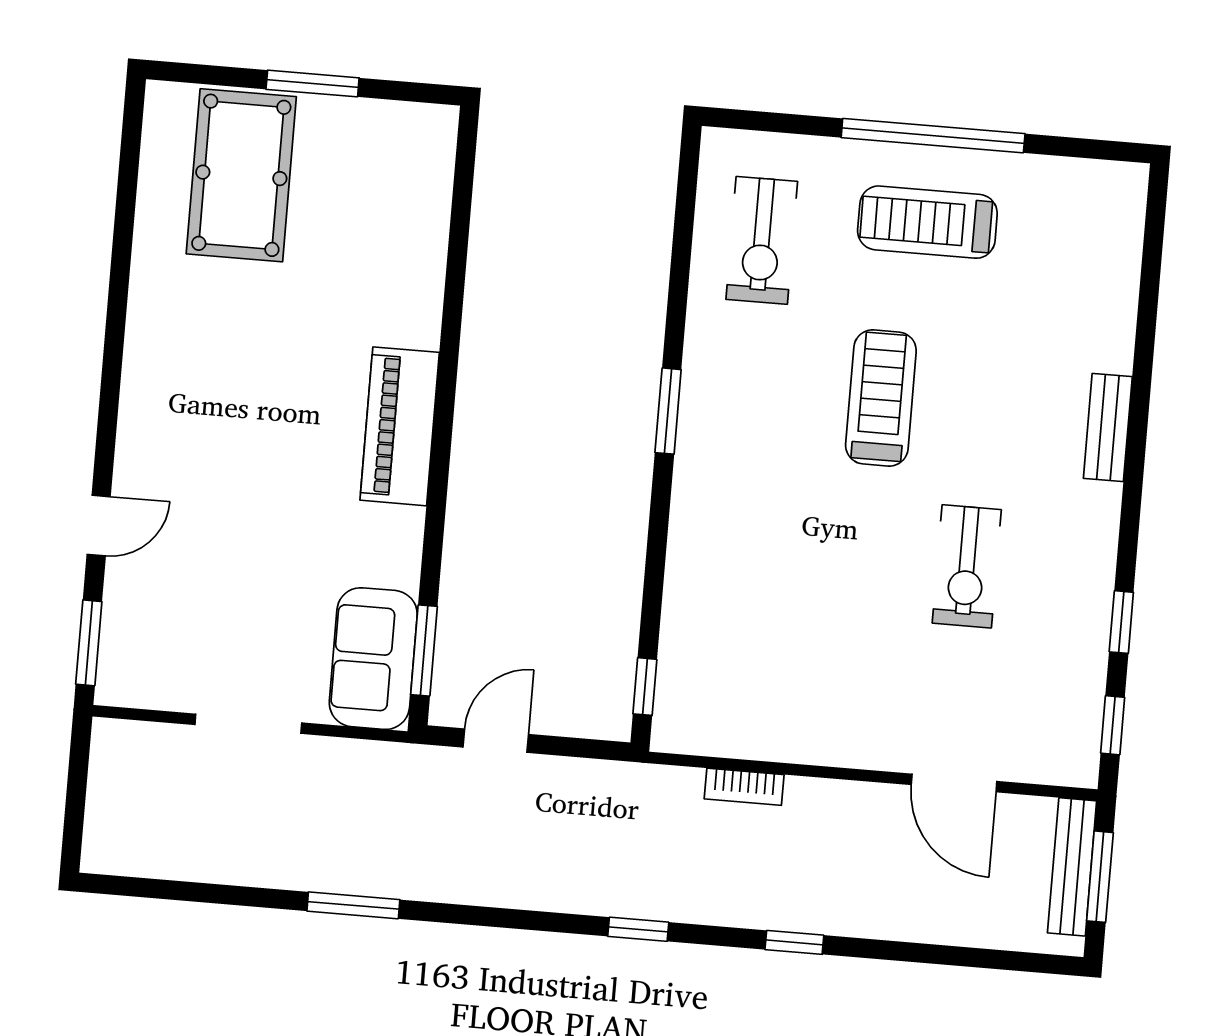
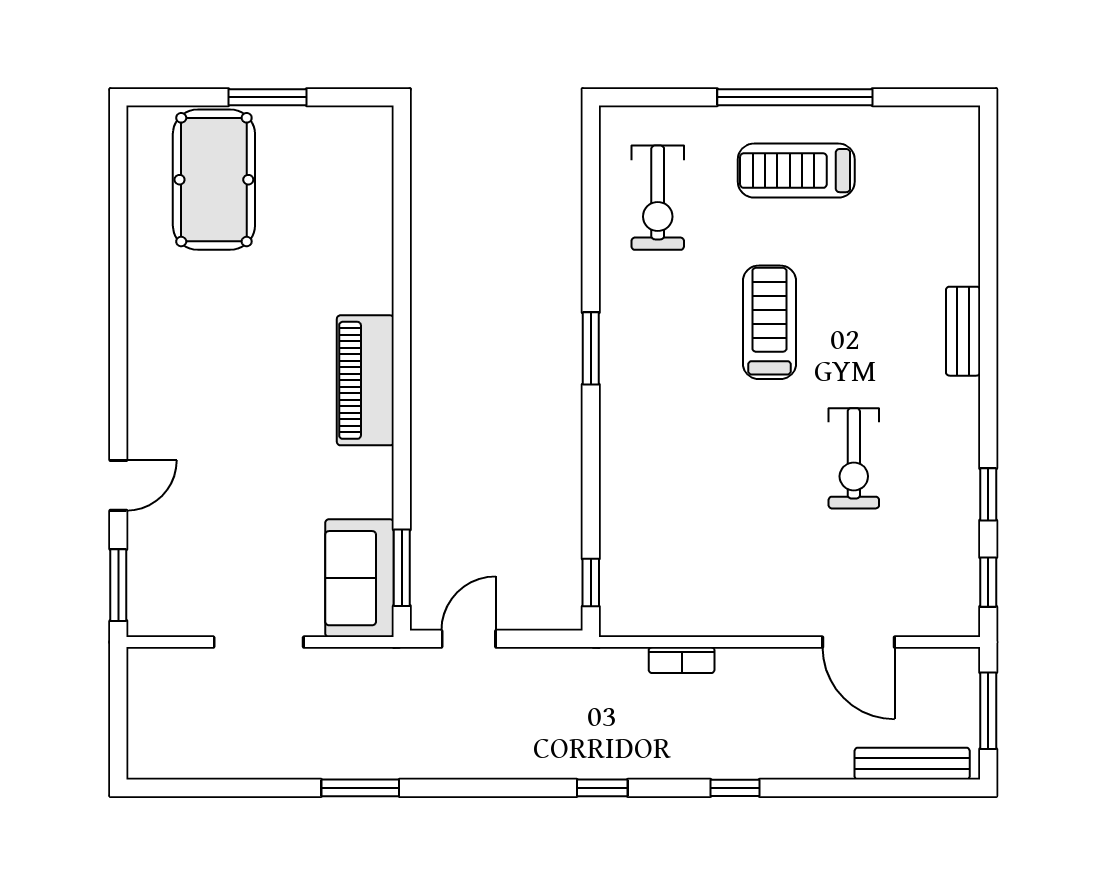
bench: (1072, 867) -> (912, 764), moved, turned 90

